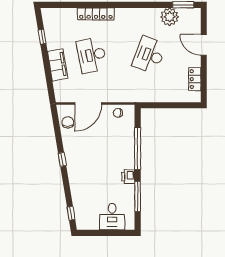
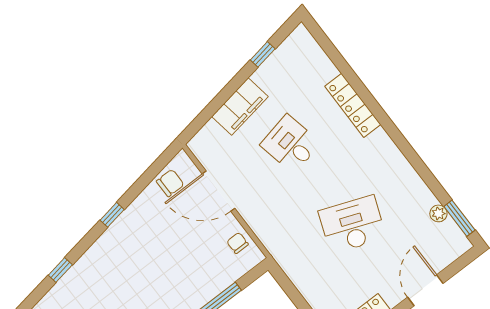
plant: (170, 17) -> (438, 213), width x0.53, depth x0.53
desk: (92, 55) -> (290, 144), width x0.73
window: (71, 213) -> (60, 270), moved

